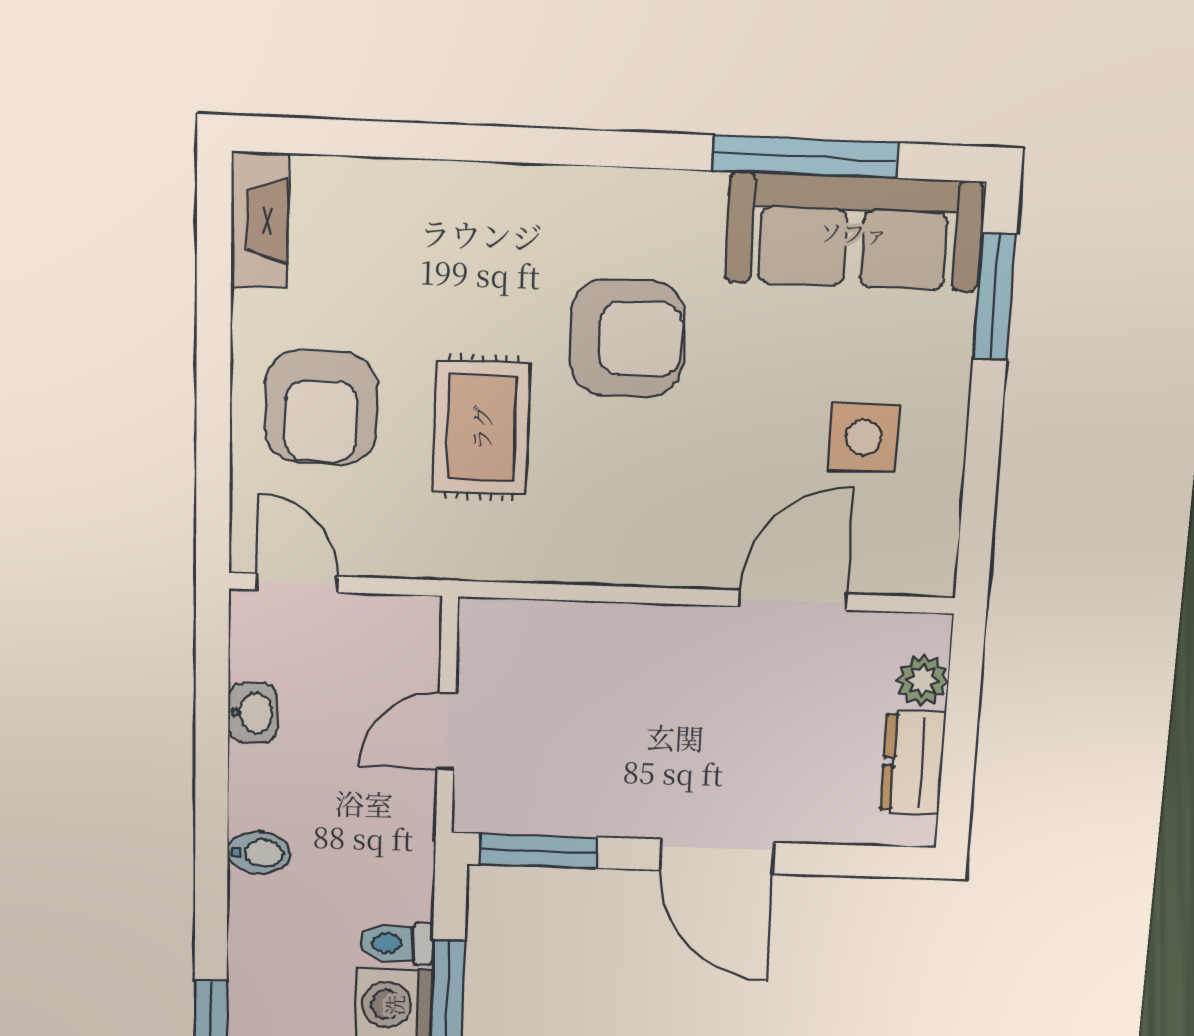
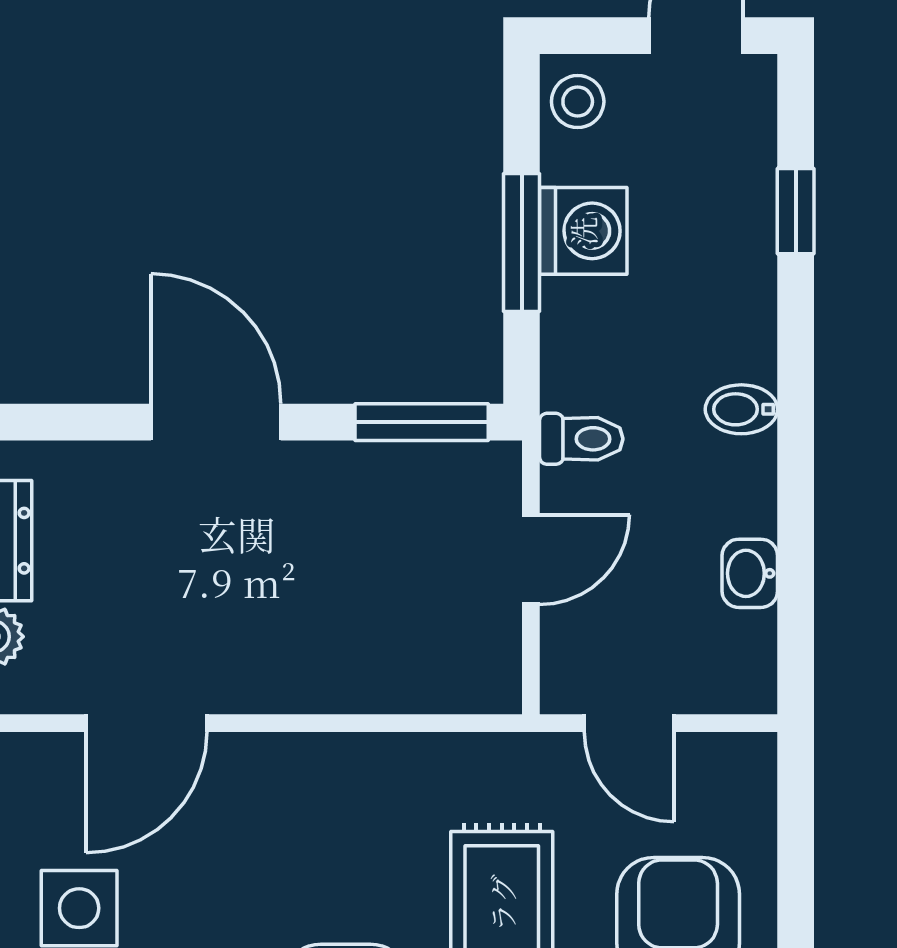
door: (297, 583) -> (629, 723), moved
toilet: (397, 943) -> (581, 439), moved

